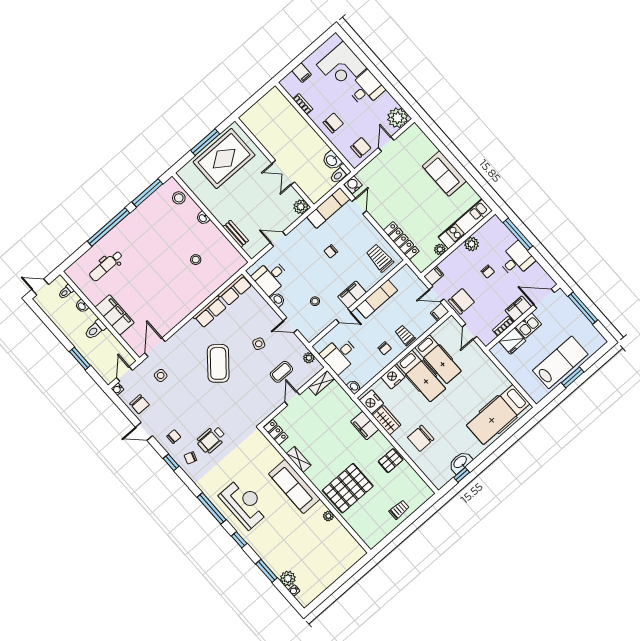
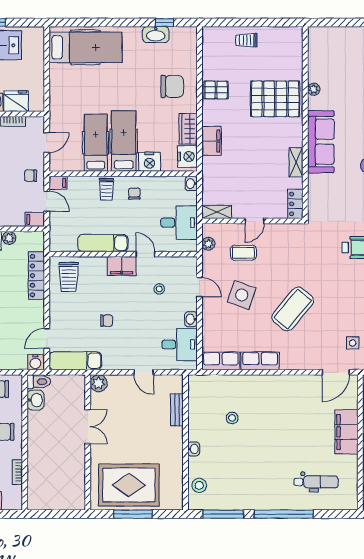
chair: (461, 301) -> (30, 176), width x0.54, depth x0.54
side table: (259, 344) -> (242, 295), width x1.87, depth x1.87

